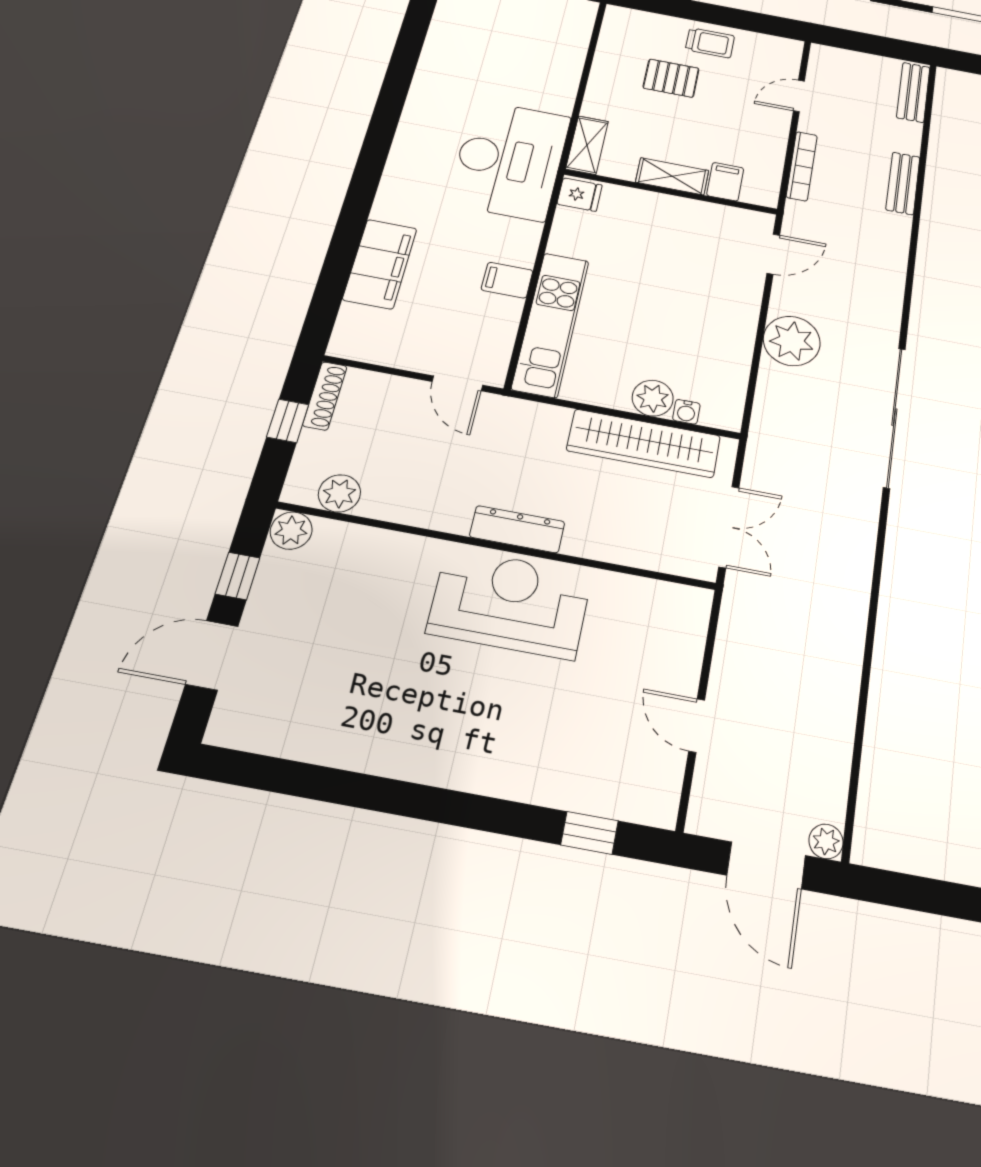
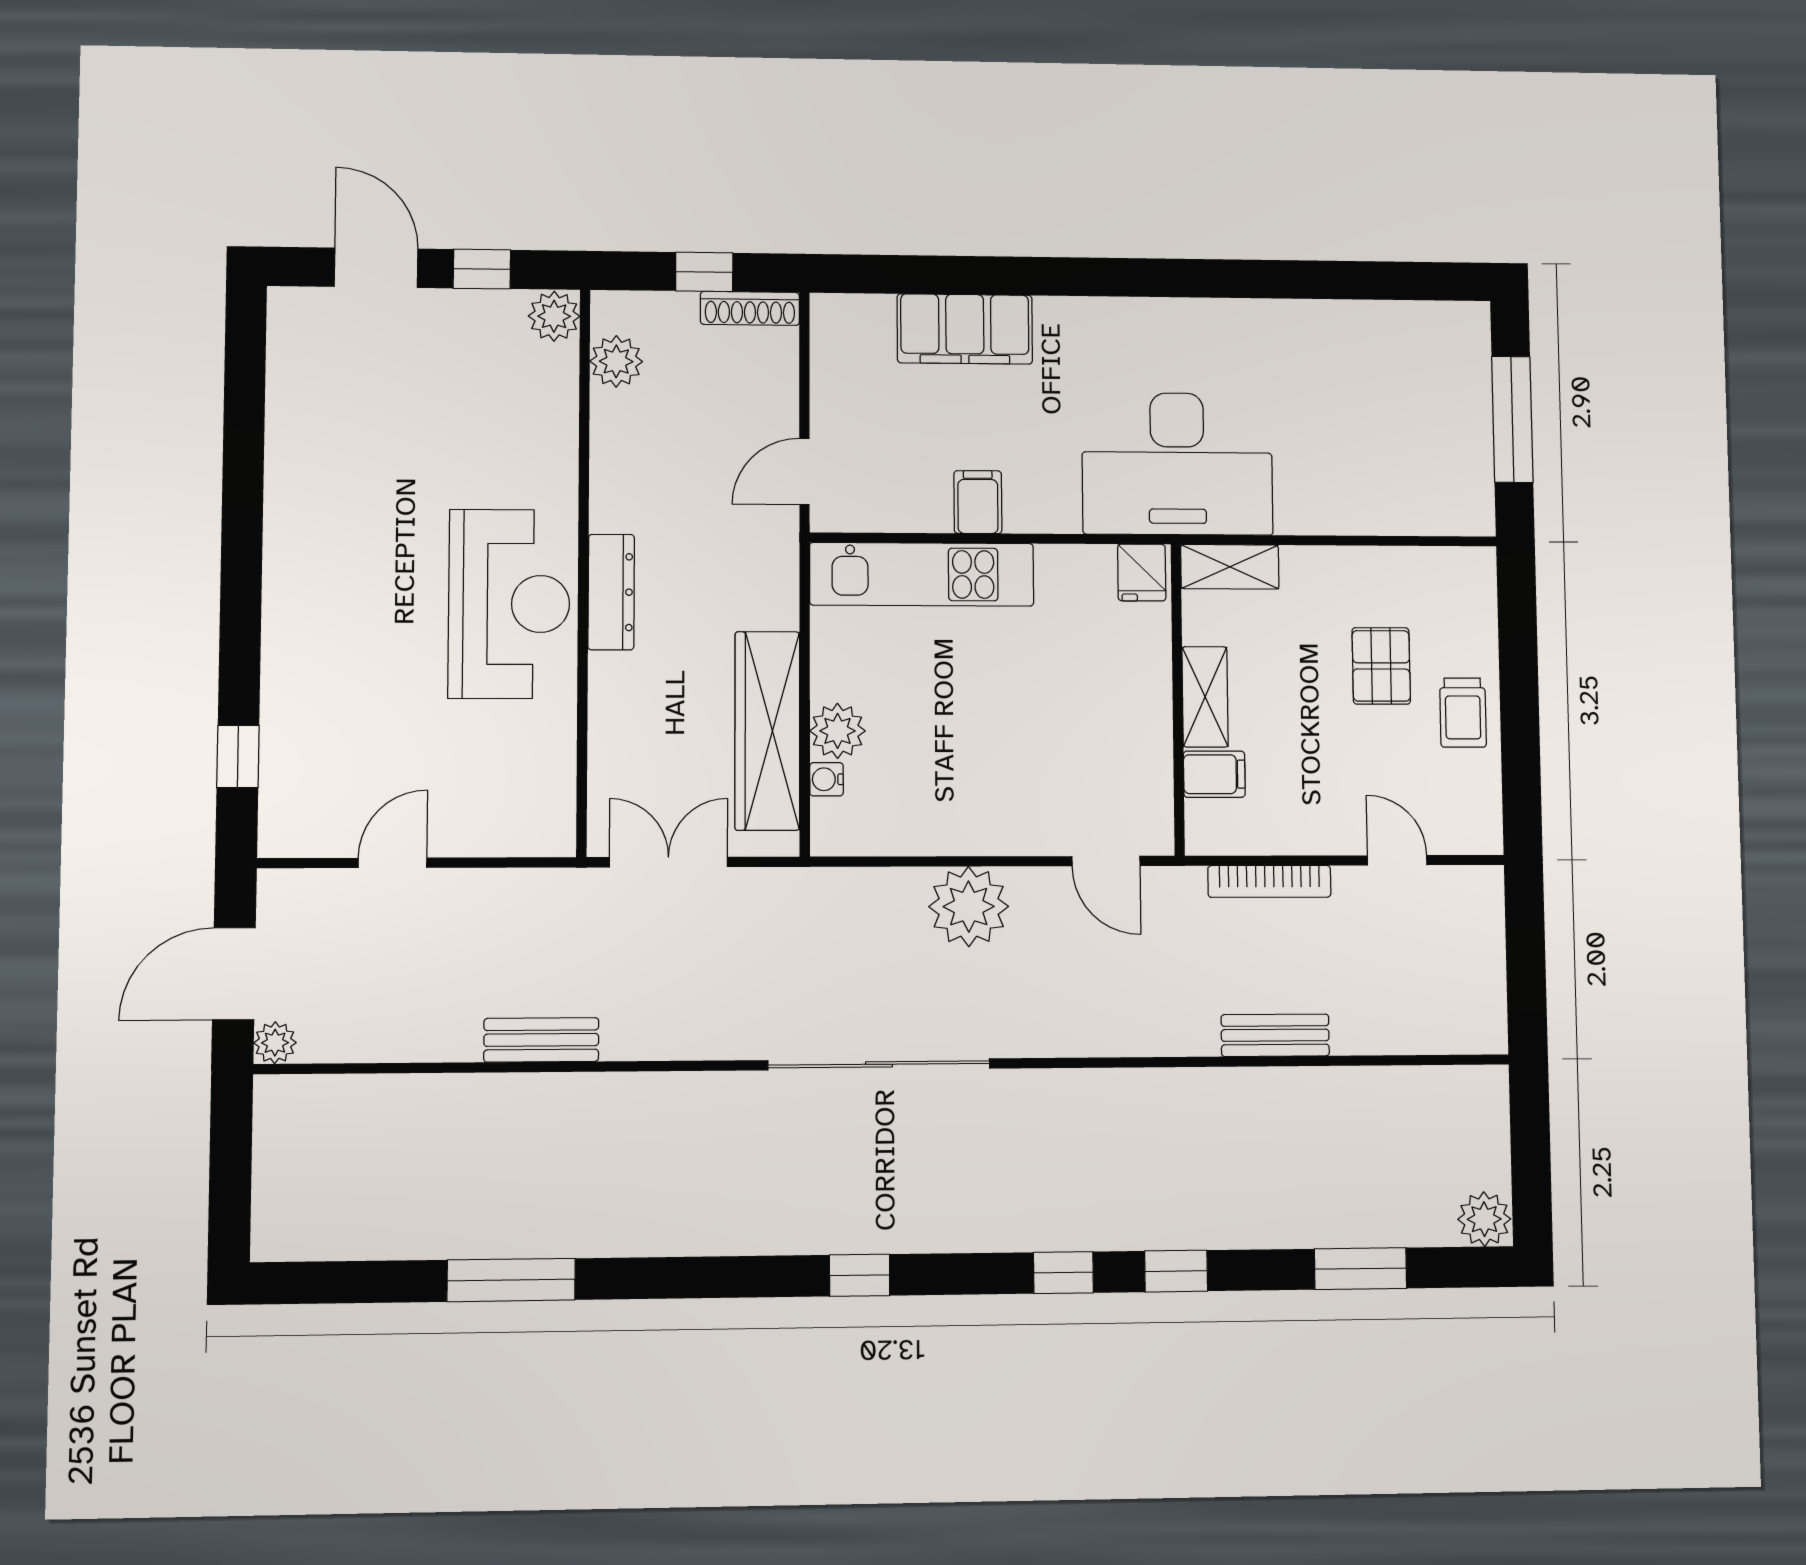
bench: (913, 92) -> (541, 1040), moved
double door: (729, 527) -> (668, 862), swing flipped

